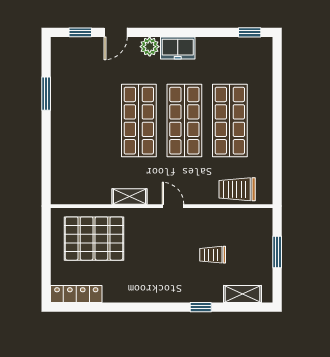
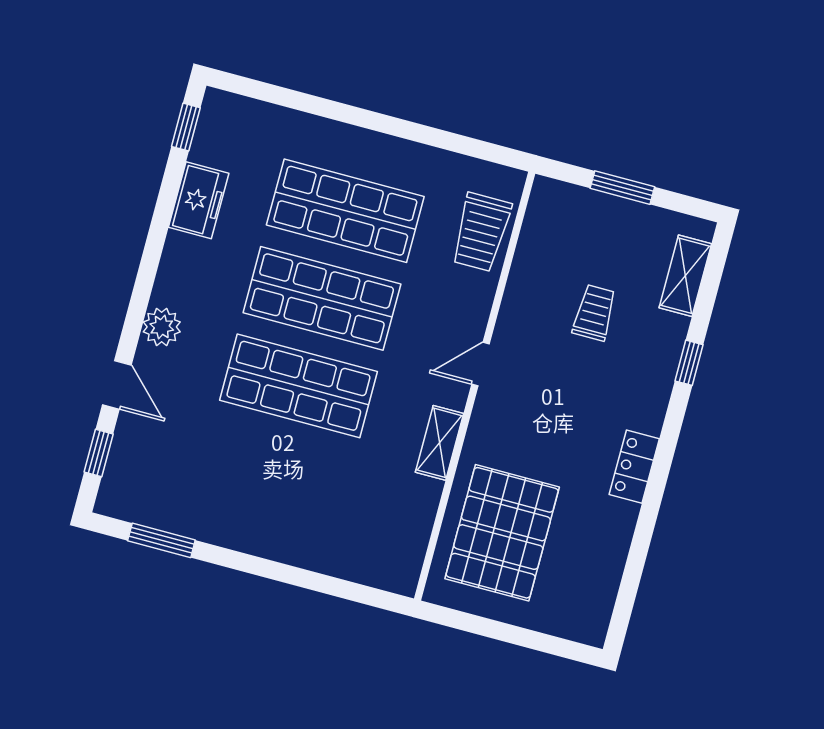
freezer: (178, 48) -> (199, 200), moved
window: (46, 94) -> (161, 540), moved
trolley: (213, 255) -> (594, 313), turned 180
locker: (76, 294) -> (634, 467), moved, width x0.66

